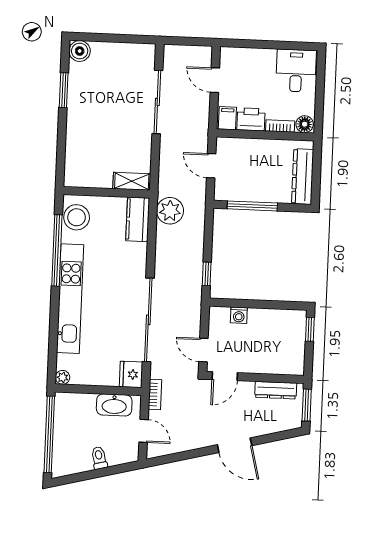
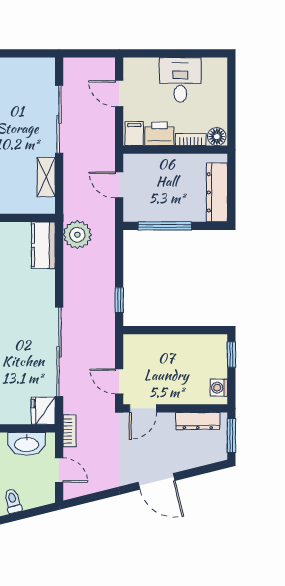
desk: (296, 71) -> (180, 80), moved
shelving: (132, 181) -> (46, 177), moved, turned 90
washing machine: (239, 315) -> (219, 388), moved, turned 90

